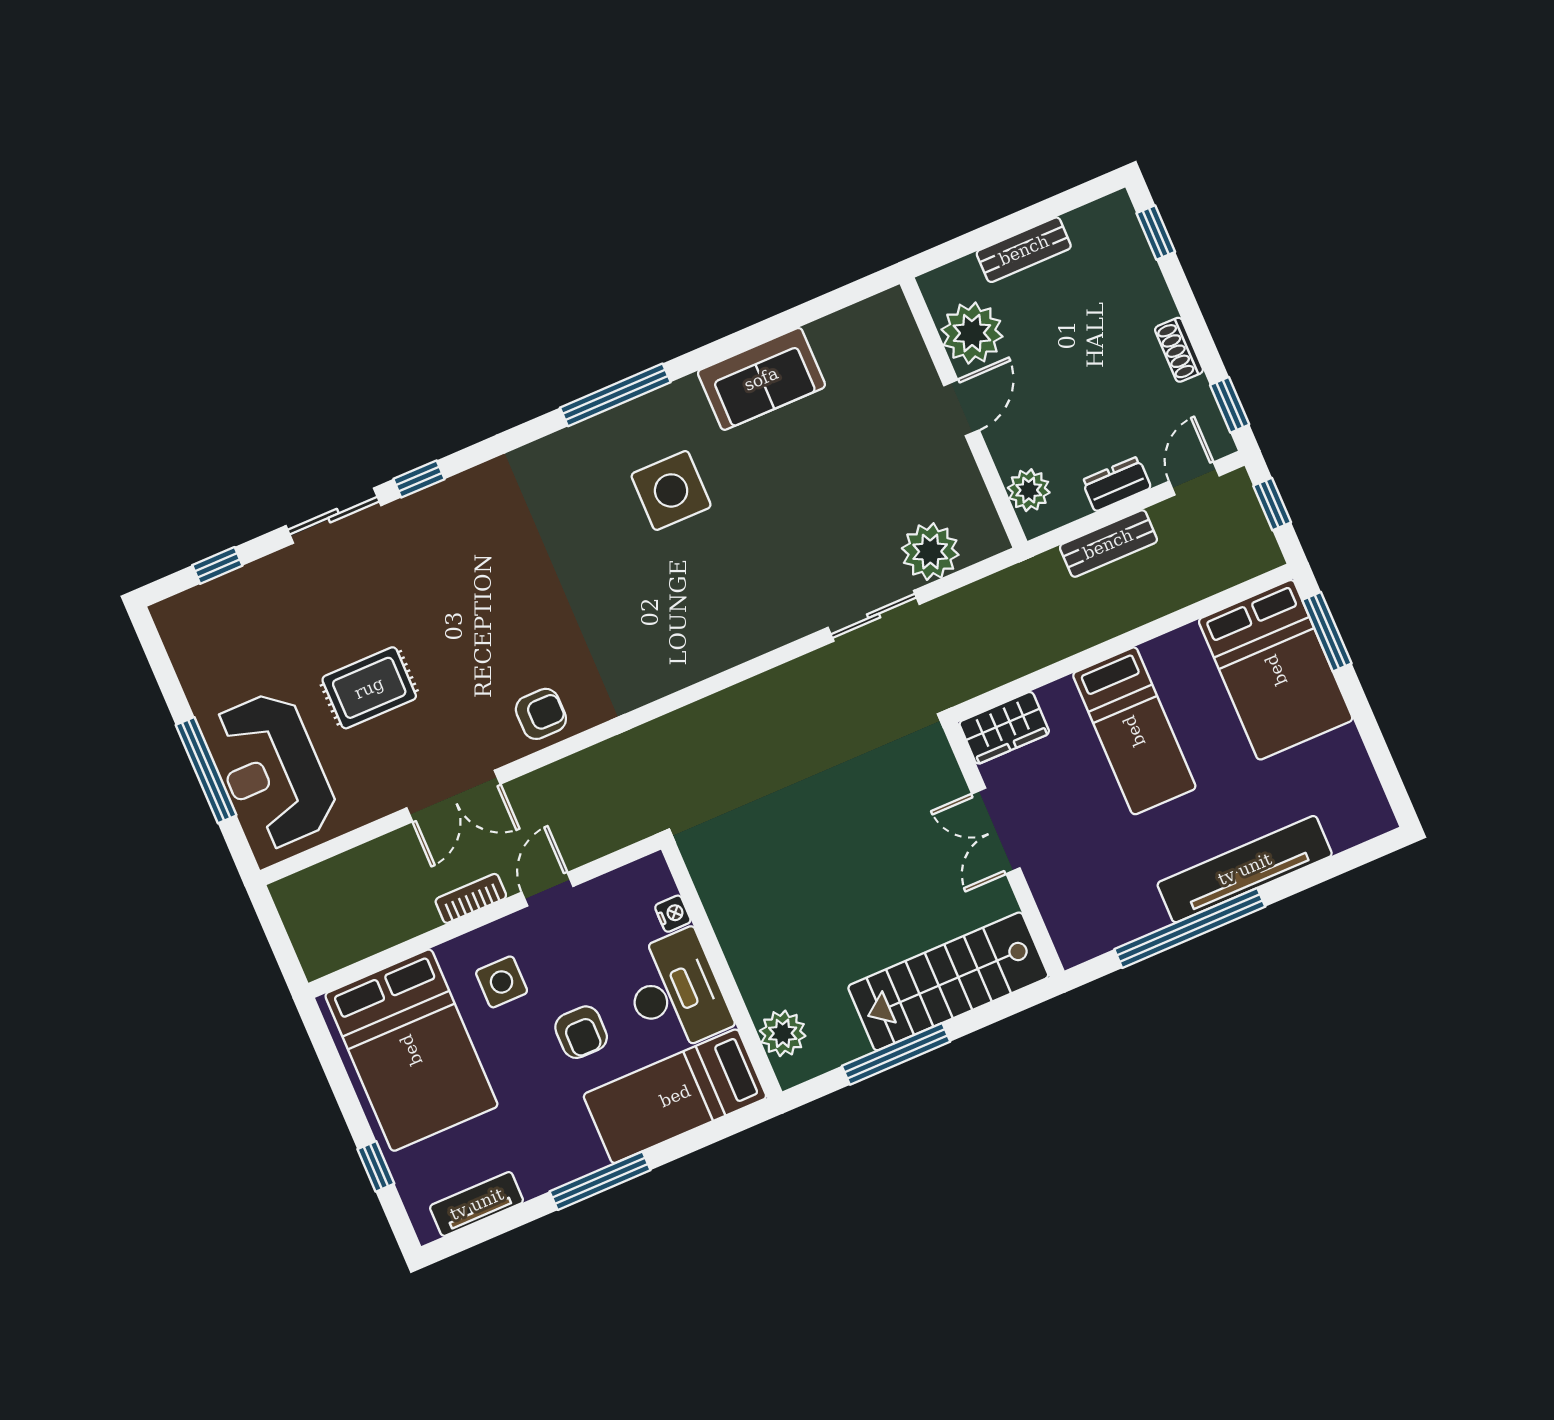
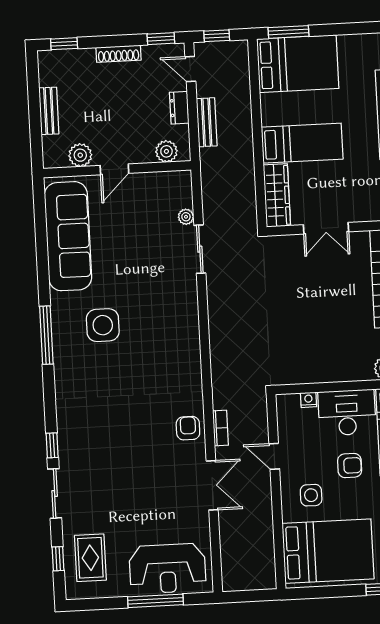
plant: (972, 333) -> (80, 155), width x0.73, depth x0.73
shoe rack: (1179, 350) -> (118, 54), width x1.43
sofa: (761, 379) -> (68, 236), width x1.85, depth x1.27
door: (961, 408) -> (114, 169), swing flipped
plant: (930, 552) -> (186, 217), width x0.53, depth x0.53
rug: (369, 688) -> (90, 558), moved
wardrobe: (1004, 728) -> (277, 195), width x1.50
bookcase: (471, 898) -> (220, 428), moved, turned 180

